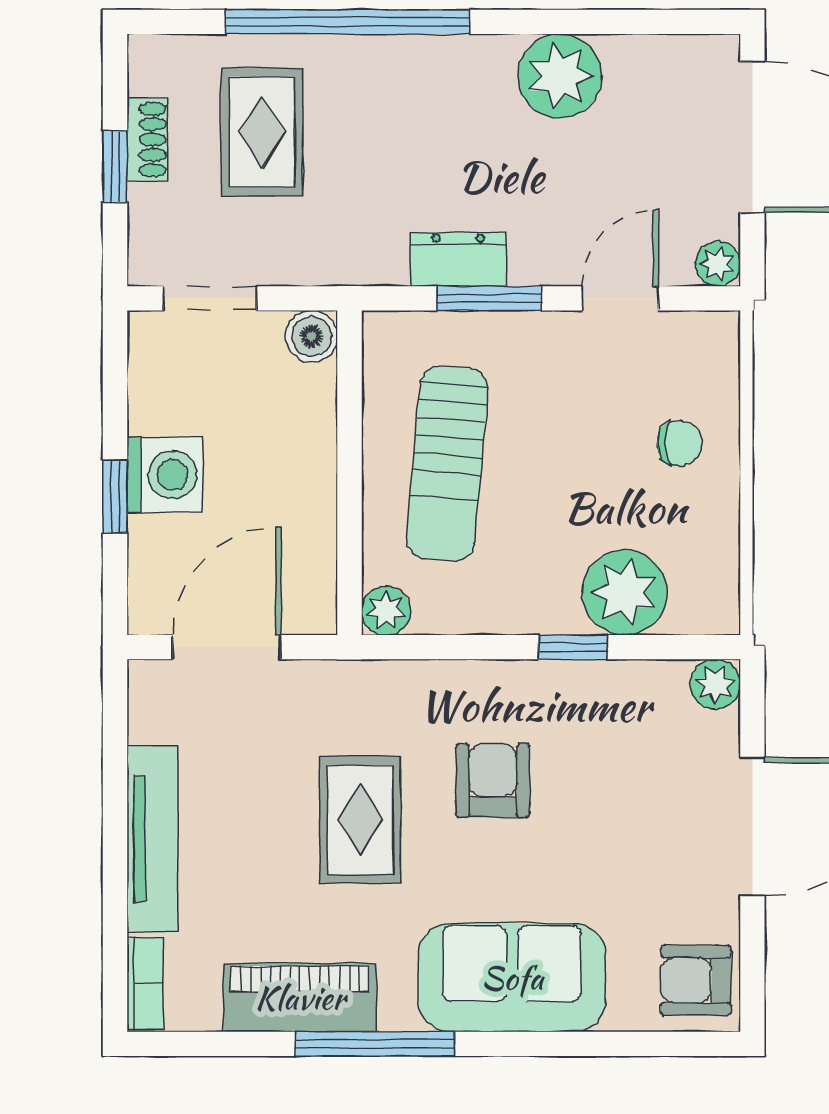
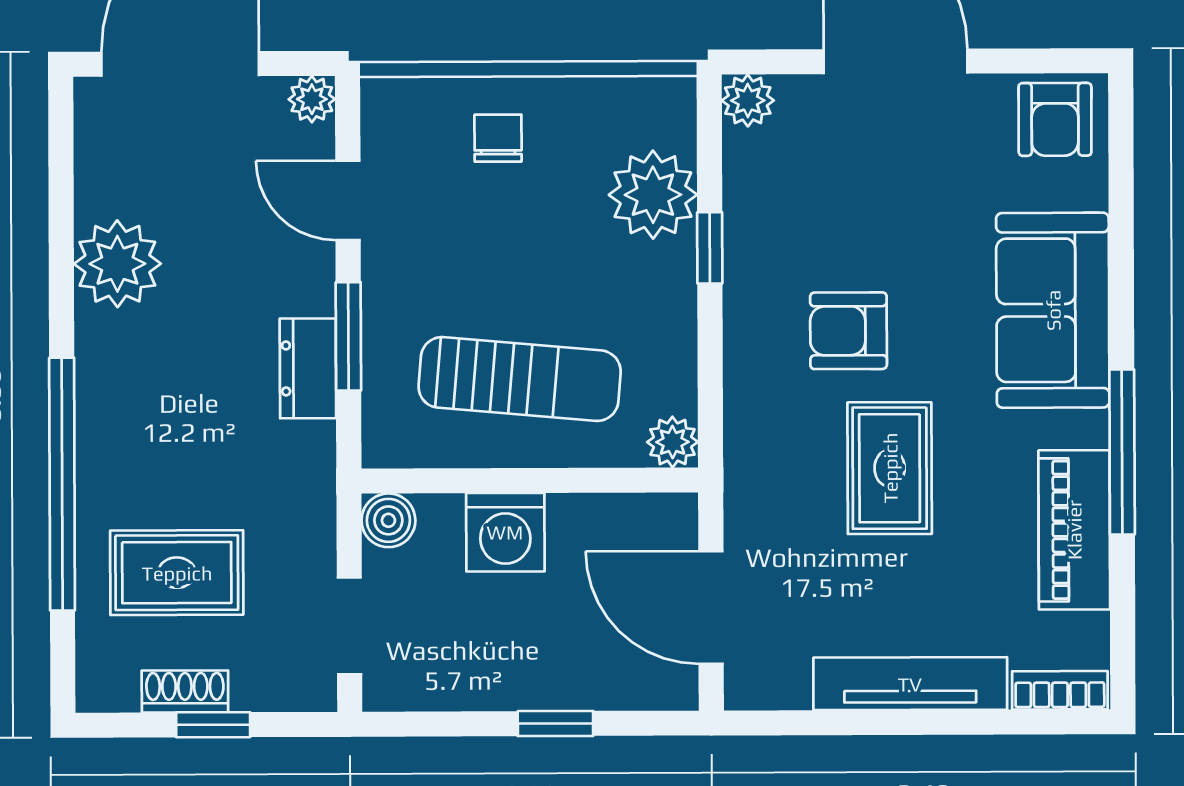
washing machine: (165, 475) -> (505, 532), moved, turned 180
rug: (360, 820) -> (890, 468), turned 90

